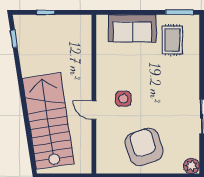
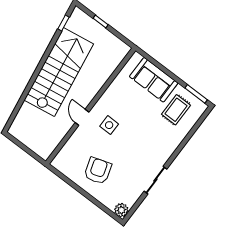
stairs: (48, 121) -> (59, 72), moved
armchair: (144, 147) -> (98, 171), width x0.73, depth x0.73

